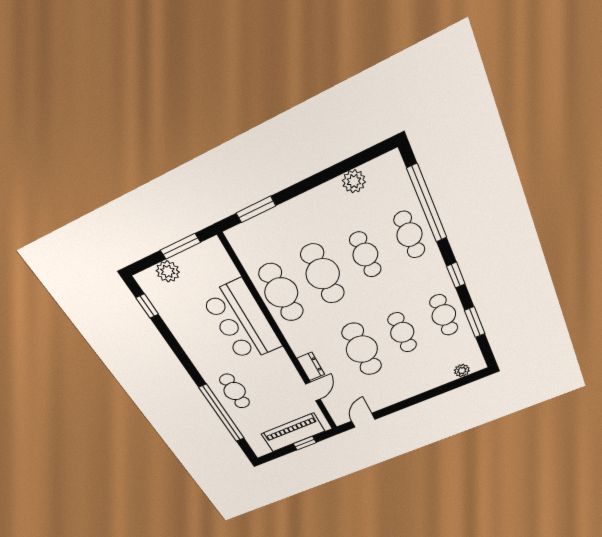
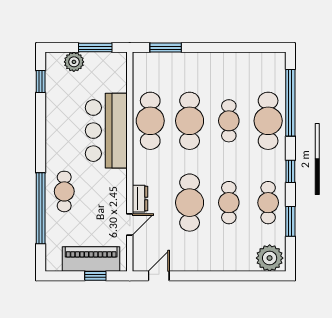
plant: (354, 181) -> (245, 61), removed
cafe table: (409, 235) -> (268, 121), width x1.37, depth x1.35
plant: (462, 371) -> (270, 258), width x1.88, depth x1.88

